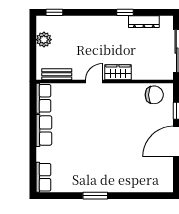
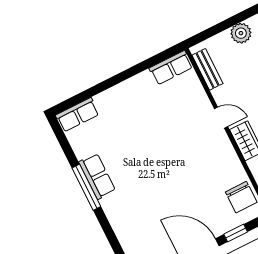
row of seats: (44, 131) -> (97, 176), moved, turned -90
window: (95, 196) -> (86, 187), width x1.44

